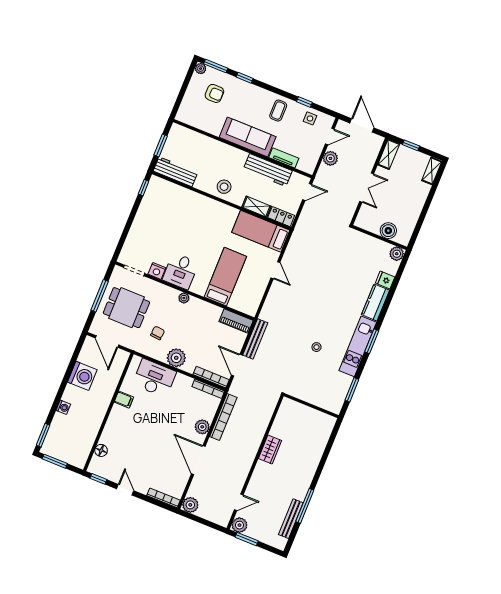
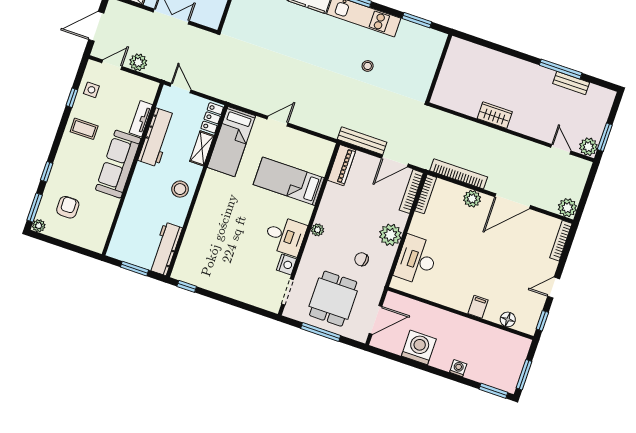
door: (330, 136) -> (112, 65), hinge flipped
filing cabinet: (124, 400) -> (478, 307), moved
bench: (291, 519) -> (571, 83), width x0.73

